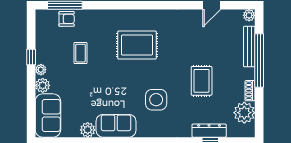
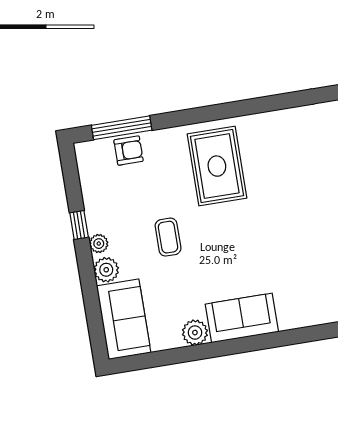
rug: (137, 45) -> (217, 166), moved, turned 90
coffee table: (81, 53) -> (168, 237), moved
side table: (156, 100) -> (303, 263), removed

